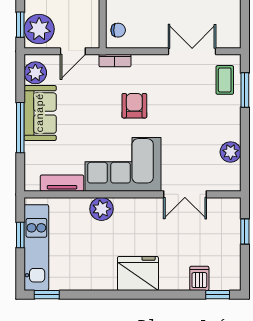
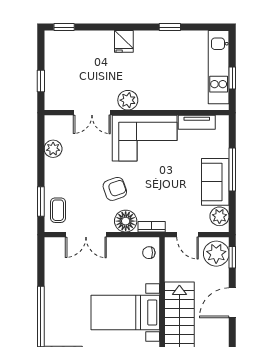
door: (73, 51) -> (188, 235), swing flipped
floor lamp: (145, 67) -> (126, 221), added
armchair: (134, 106) -> (115, 189), moved, turned -109
double door: (185, 194) -> (92, 113), swing flipped
plant: (102, 209) -> (128, 100), moved
fridge: (138, 273) -> (124, 41), width x0.53, depth x0.75
dishwasher: (199, 278) -> (80, 41), removed
window: (47, 295) -> (170, 27), moved

